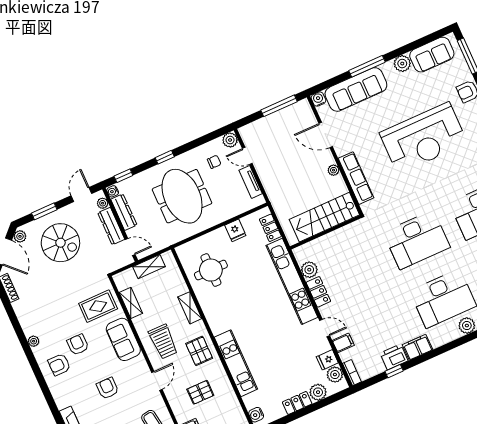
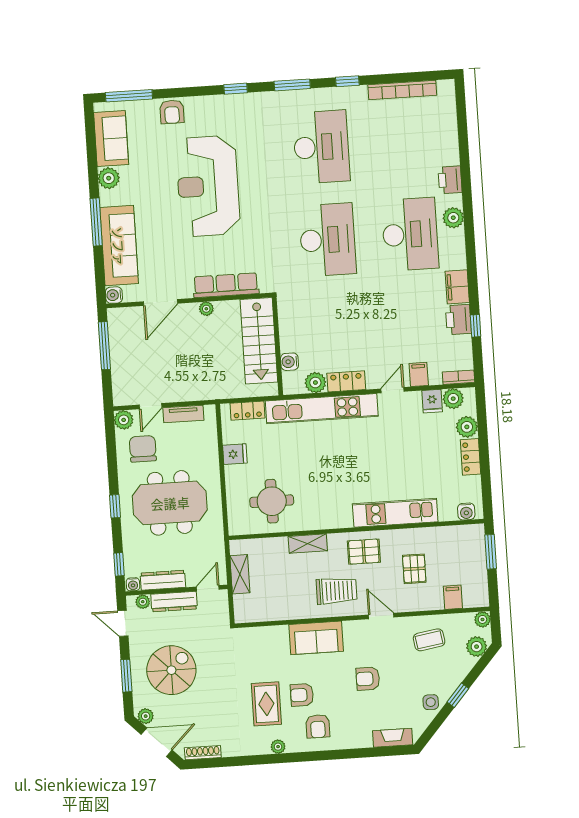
reception desk: (423, 138) -> (208, 186), turned 180
chair: (214, 162) -> (143, 449), width x1.87, depth x1.87
water cooler: (317, 245) -> (290, 362), added
shelving: (131, 303) -> (275, 612), removed
rug: (98, 306) -> (266, 704), moved

